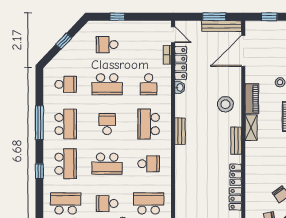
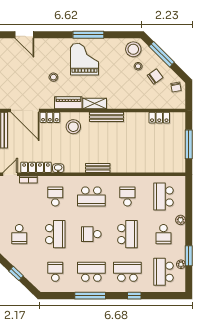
school desk: (149, 84) -> (55, 196), turned -90
bench: (236, 141) -> (106, 117), width x1.36
locker: (236, 175) -> (50, 117), moved

